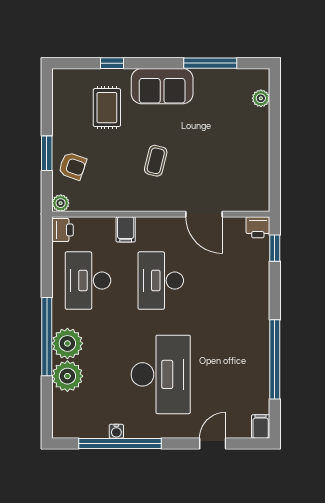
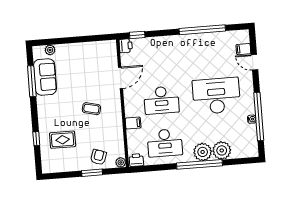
sofa: (162, 86) -> (45, 77), moved
filing cabinet: (261, 426) -> (243, 49), moved

